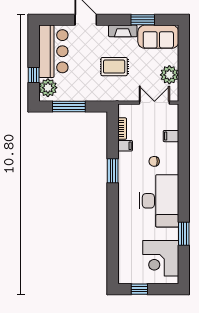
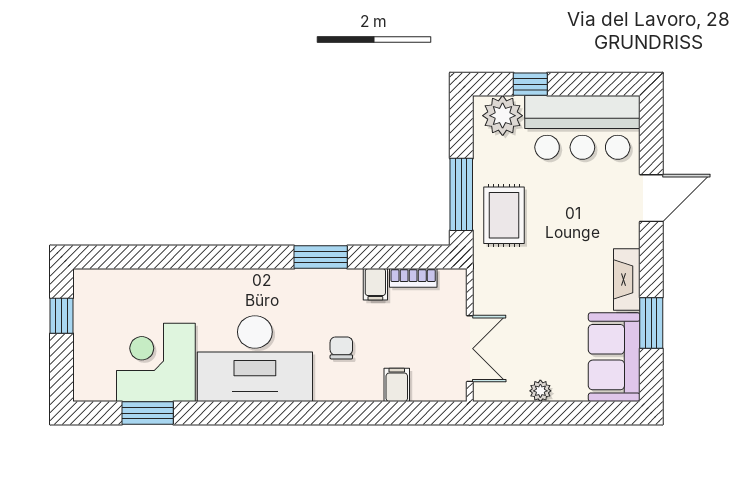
rug: (114, 67) -> (504, 215), moved
plant: (169, 75) -> (540, 391), width x0.53, depth x0.53
window: (69, 107) -> (461, 194), moved
window: (184, 234) -> (148, 413), moved
corner desk: (161, 258) -> (156, 362), moved

